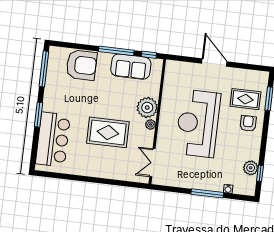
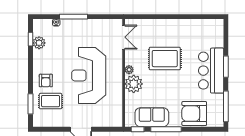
reception desk: (198, 123) -> (89, 75), turned 180
bar counter: (53, 139) -> (211, 71), moved

